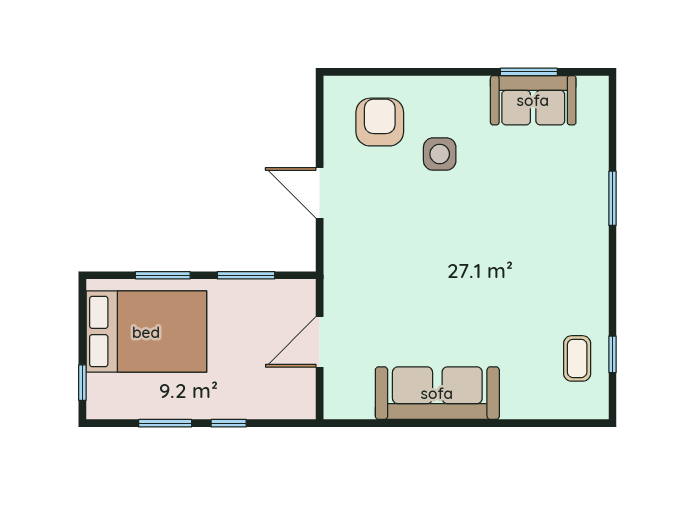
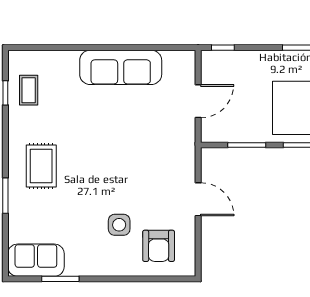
sofa: (533, 100) -> (36, 260), moved
rug: (558, 243) -> (41, 166), added
window: (229, 423) -> (223, 48), moved

